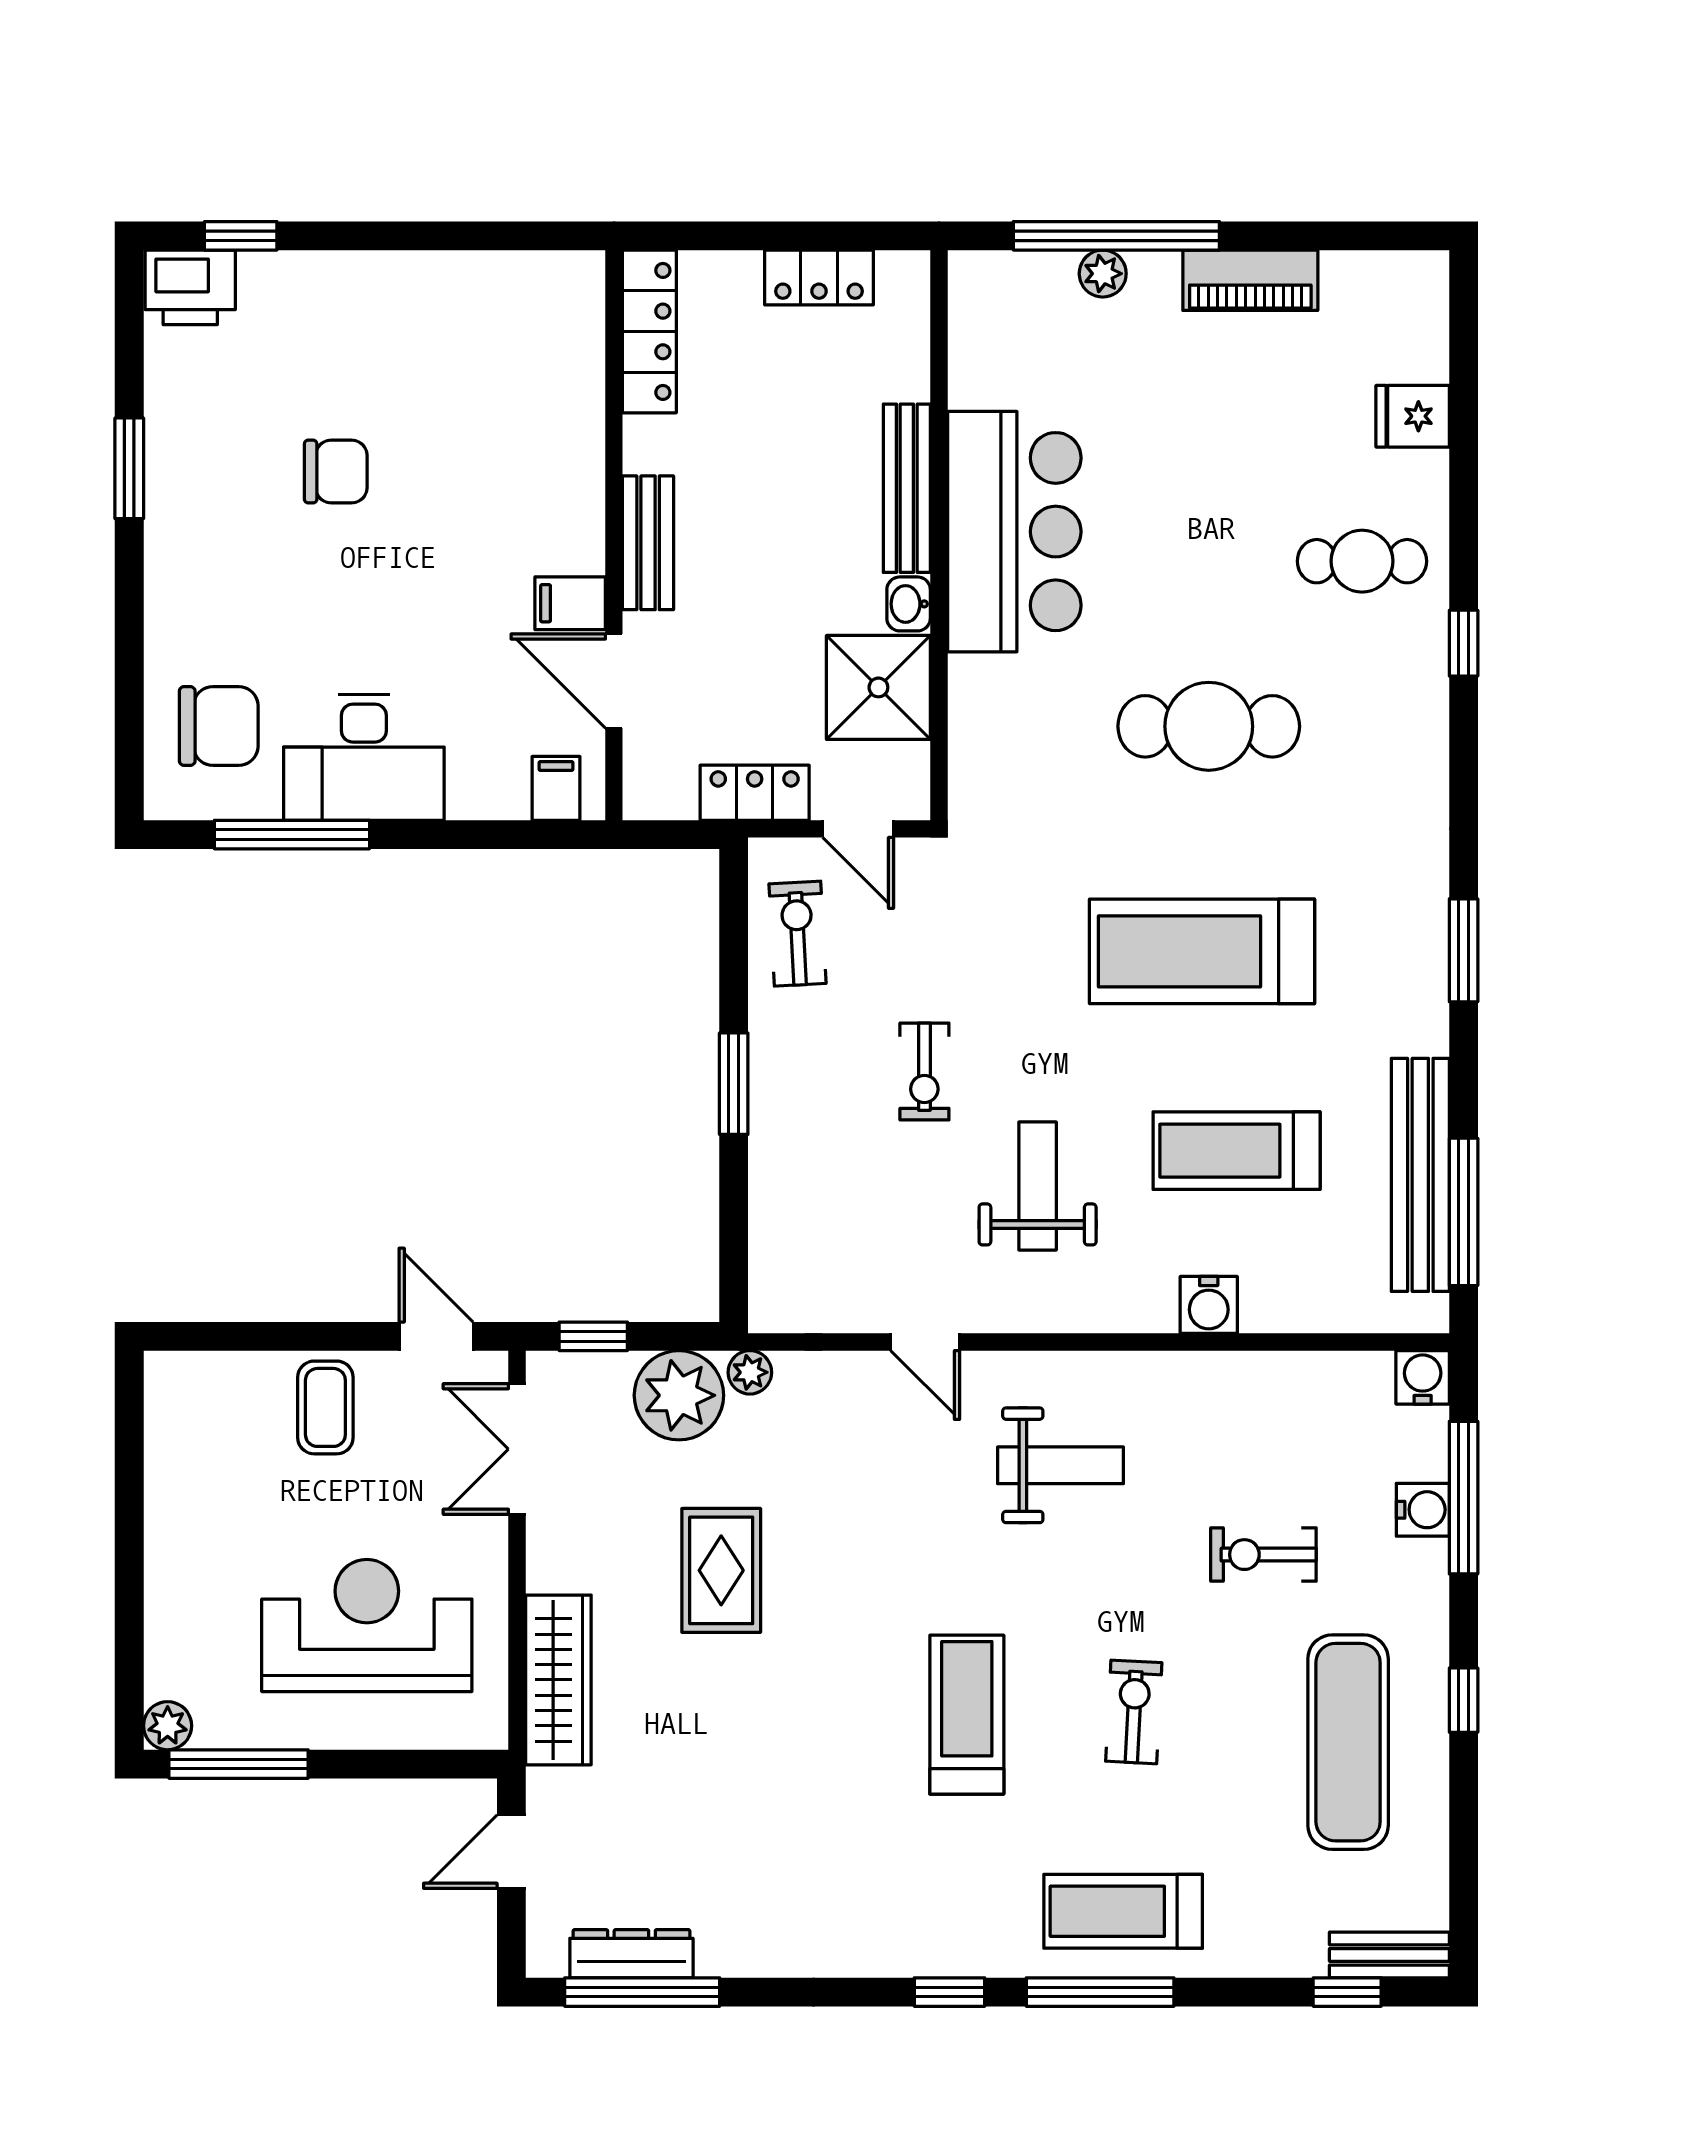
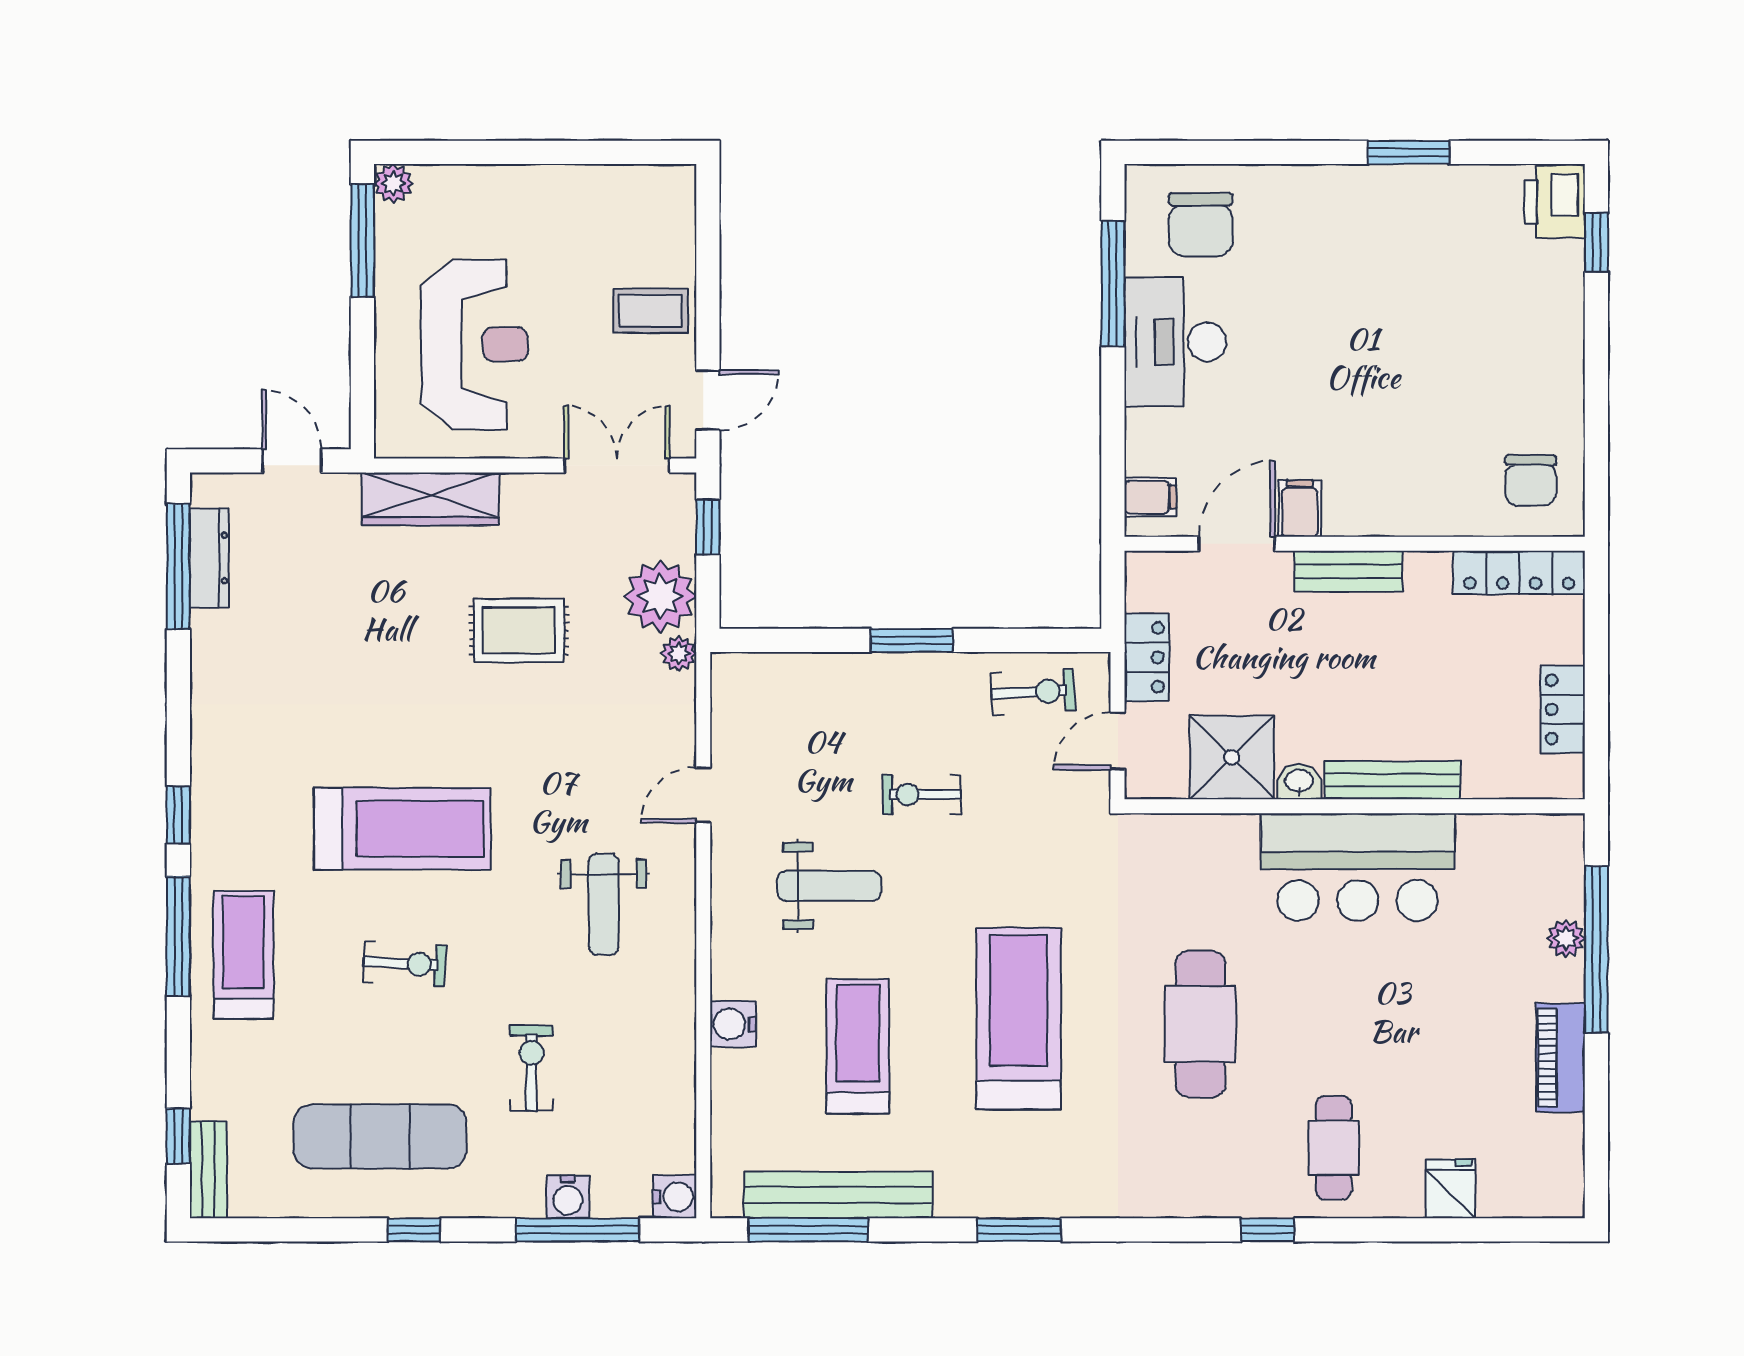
chair: (336, 472) -> (1531, 480), moved
treadmill: (967, 1715) -> (402, 829), width x1.37, depth x1.38

